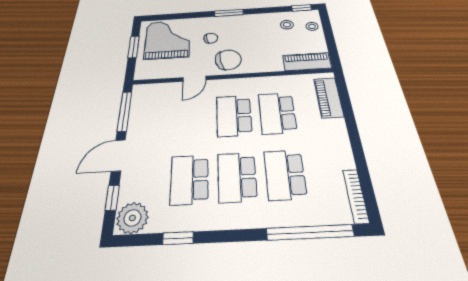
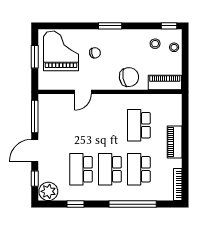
chair: (228, 60) -> (129, 77), moved
piano: (329, 98) -> (175, 142), moved
school desk: (234, 116) -> (110, 125), removed
window: (310, 232) -> (133, 204), moved

